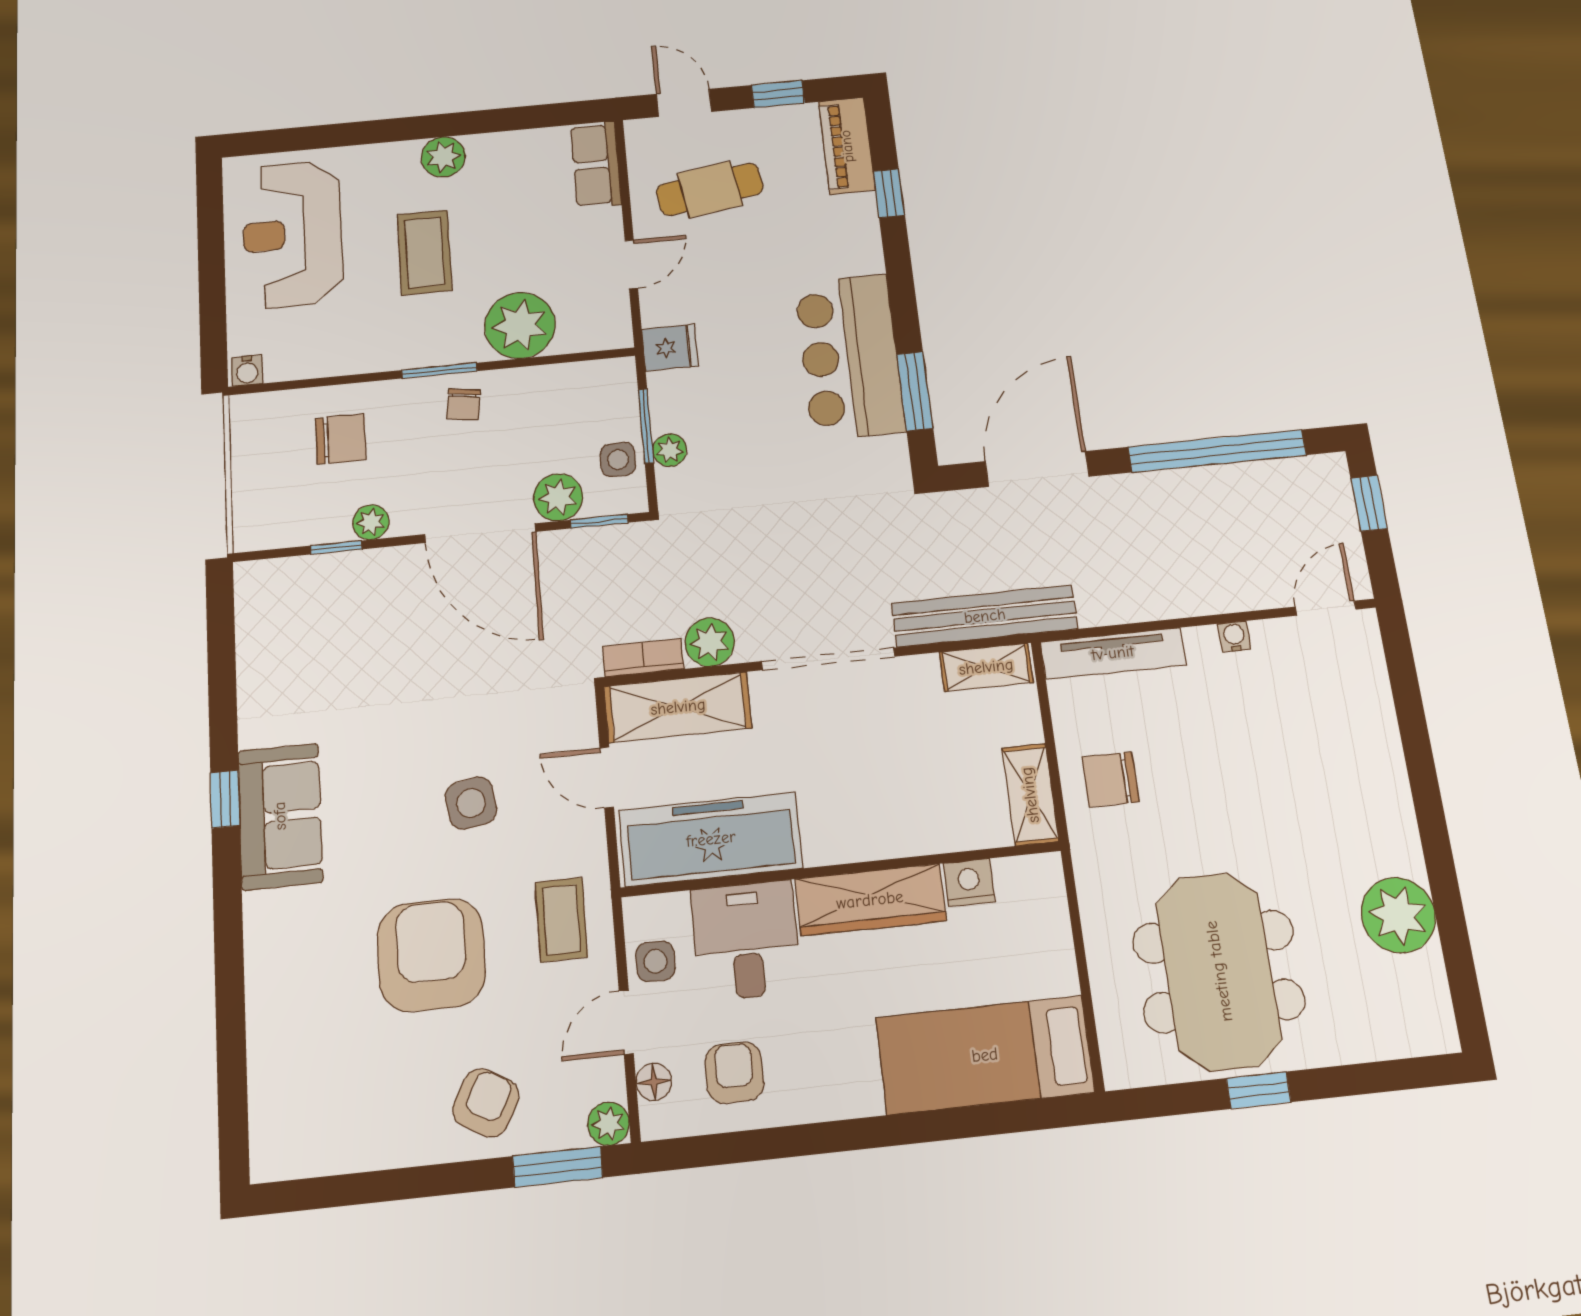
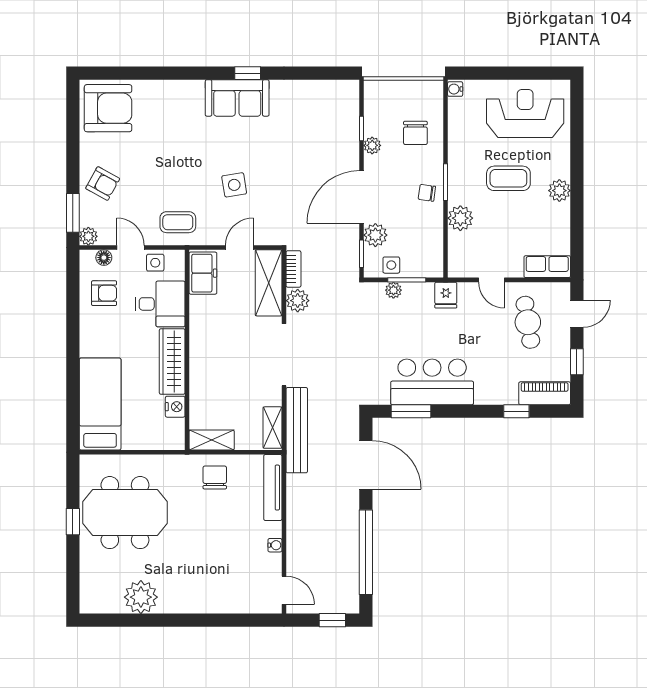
plant: (520, 325) -> (460, 218), width x0.73, depth x0.73
freezer: (711, 839) -> (203, 273), width x0.52, depth x0.79
armchair: (431, 955) -> (108, 108), moved

